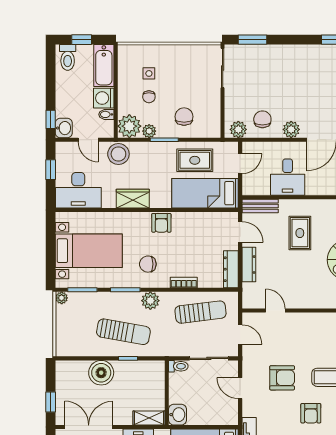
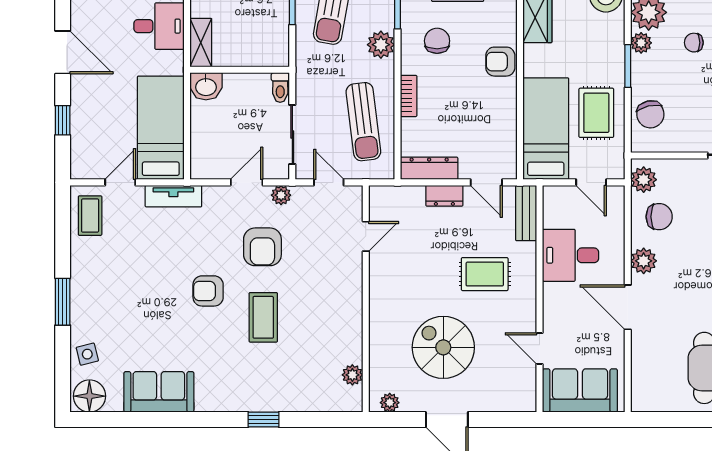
chair: (184, 117) -> (650, 114), moved, turned 77
door: (240, 232) -> (486, 182), hinge flipped
dresser: (249, 265) -> (444, 196), width x0.70
door: (240, 335) -> (329, 182), swing flipped
plant: (248, 366) -> (281, 195), added

